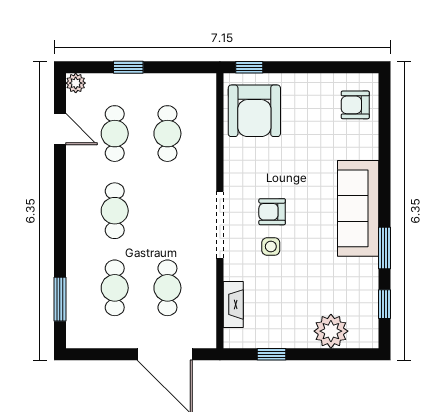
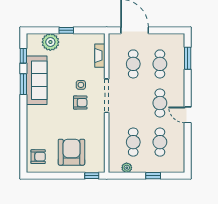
plant: (76, 83) -> (127, 168), moved
armchair: (254, 111) -> (71, 152), moved
door: (60, 129) -> (188, 115), moved
sofa: (358, 208) -> (37, 80), moved
window: (271, 354) -> (66, 30), moved

